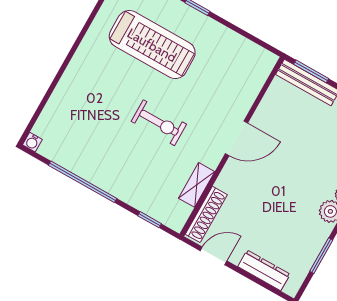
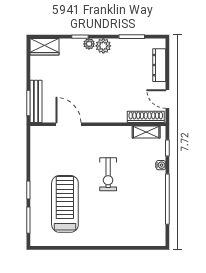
exercise bike: (159, 123) -> (108, 174), turned 180
door: (237, 138) -> (68, 124), moved
water cooler: (32, 142) -> (161, 165), moved
shelving: (197, 185) -> (146, 132), moved

